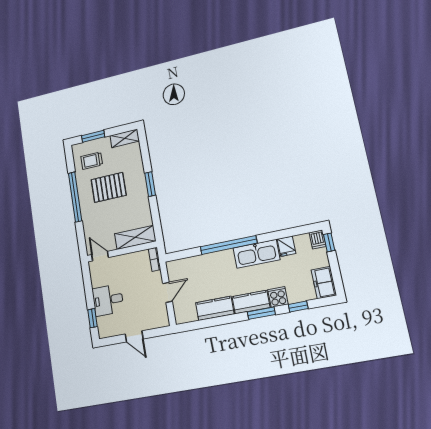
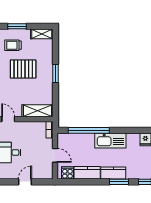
window: (229, 245) -> (89, 130), moved
kitchen sink: (256, 254) -> (110, 141), moved
door: (168, 292) -> (55, 155), hinge flipped
cooker: (278, 297) -> (67, 173), moved
door: (134, 336) -> (25, 182), swing flipped

